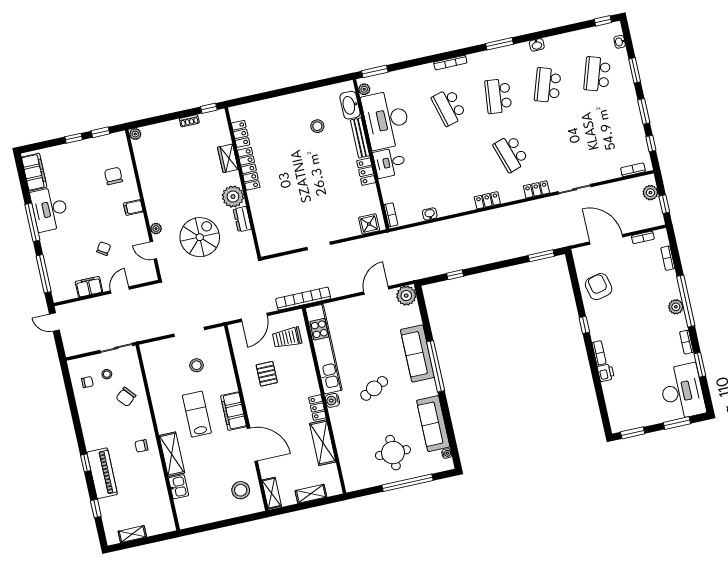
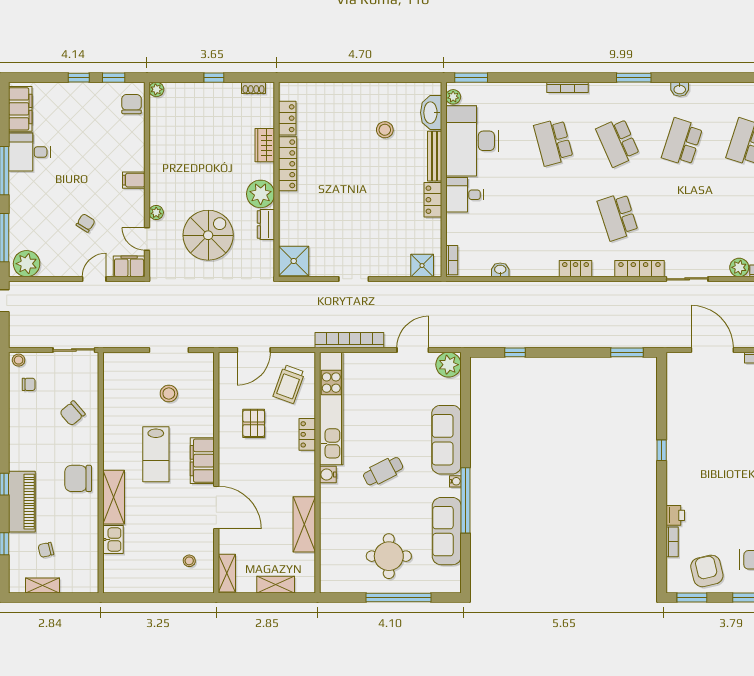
school desk: (498, 96) -> (618, 142), turned -30
window: (209, 108) -> (214, 78), moved
shoe rack: (189, 121) -> (253, 88), moved
plant: (613, 172) -> (739, 267), added
chair: (113, 176) -> (132, 104), moved
locker: (536, 189) -> (639, 269), width x1.53
desk: (50, 209) -> (29, 152), width x0.73
shower: (270, 242) -> (294, 261), added
filing cabinet: (89, 287) -> (129, 266), moved
armchair: (599, 287) -> (707, 571), moved
plant: (65, 290) -> (27, 264), added
bookcase: (303, 299) -> (349, 340), moved
trolley: (287, 338) -> (289, 384), turned -70
bookcase: (599, 353) -> (672, 542), moved
window: (436, 366) -> (465, 500), moved
stool: (107, 374) -> (19, 360), moved
locker: (317, 408) -> (307, 434), moved
lab bench: (197, 414) -> (156, 454), turned 180
chair: (141, 446) -> (78, 478), width x1.87, depth x1.87
water cooler: (447, 453) -> (455, 481), moved
stool: (241, 490) -> (189, 561), width x0.53, depth x0.53
chair: (129, 506) -> (46, 550), added

